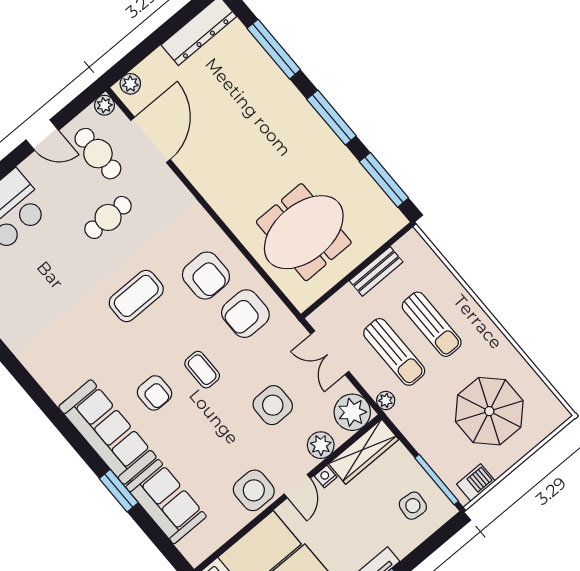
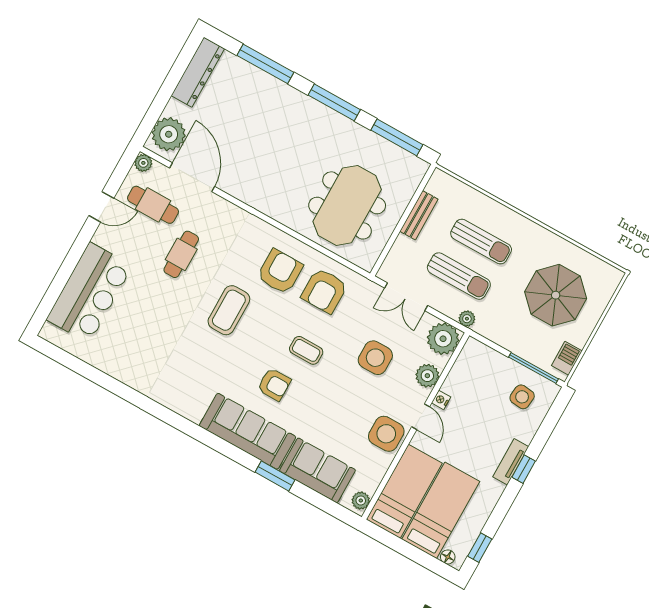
plant: (130, 84) -> (169, 134), width x1.87, depth x1.87
armchair: (206, 276) -> (280, 272), turned -90
wardrobe: (364, 452) -> (465, 368), removed
plant: (200, 551) -> (361, 501), added

